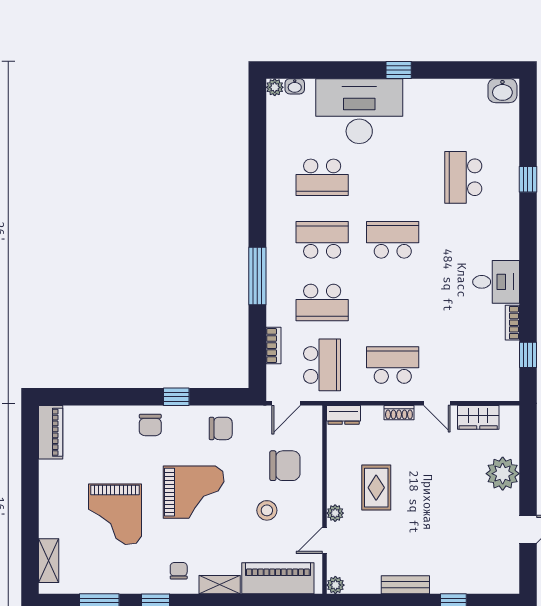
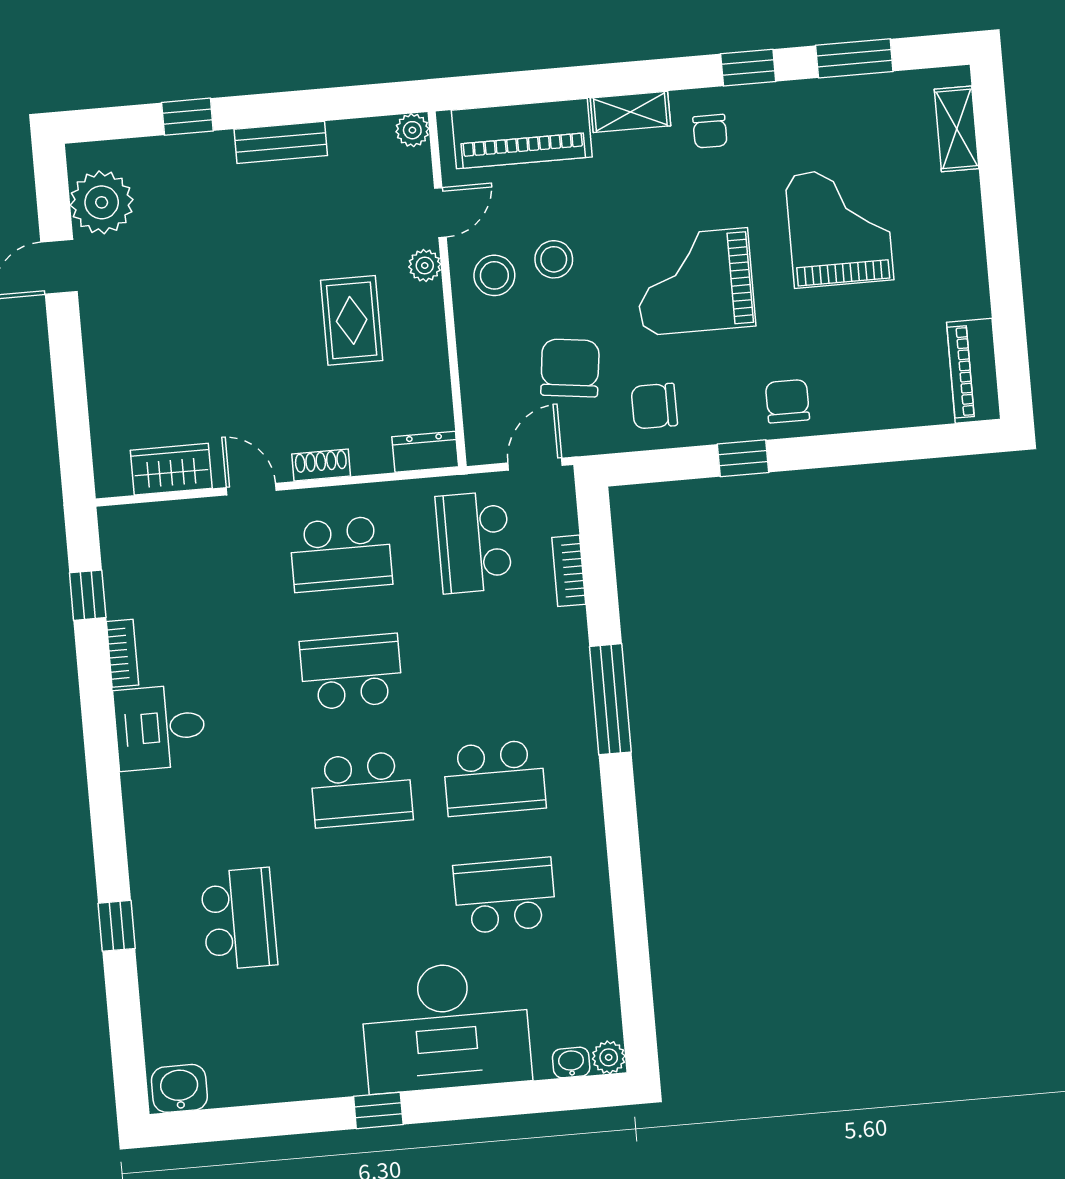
school desk: (322, 302) -> (351, 672), moved
chair: (285, 466) -> (570, 368), moved, turned 97
plant: (503, 474) -> (102, 202), moved
stool: (299, 505) -> (494, 275), added

